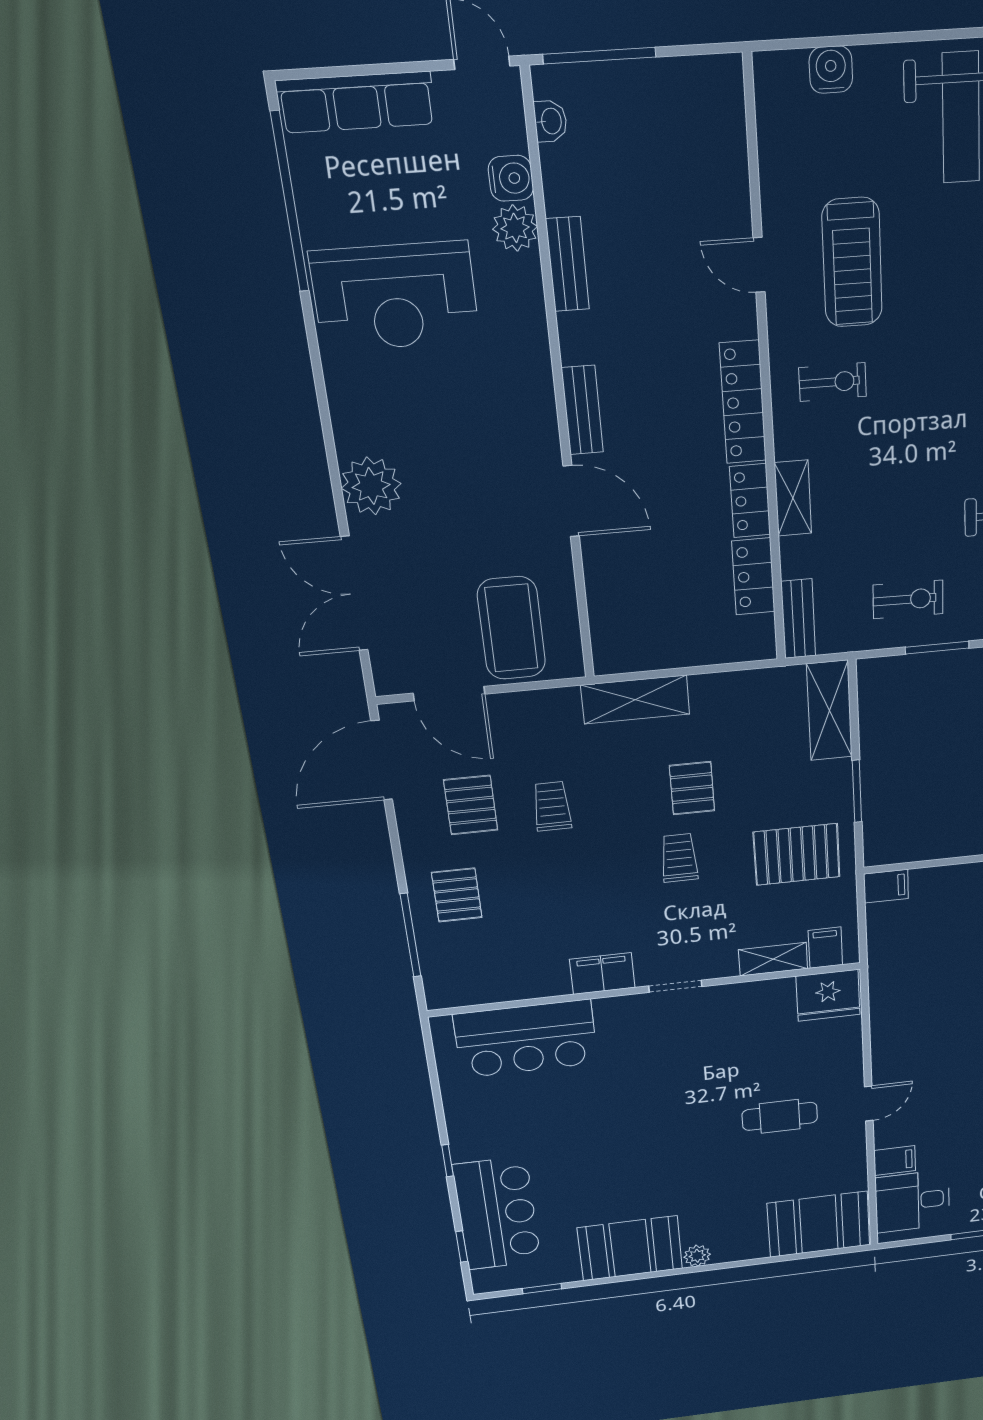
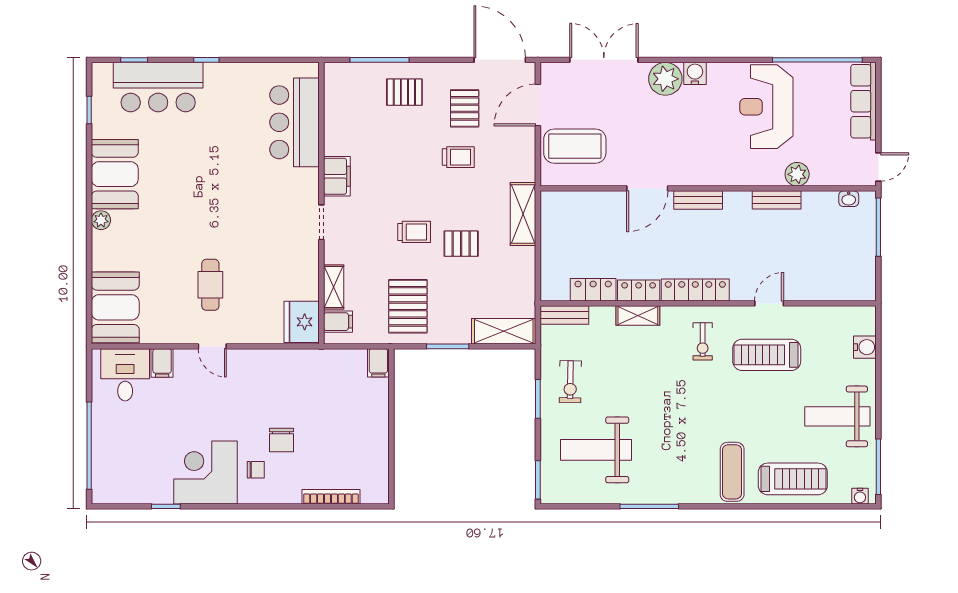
water cooler: (511, 178) -> (695, 73), moved, turned 180
pallet: (471, 805) -> (465, 108), turned 90

